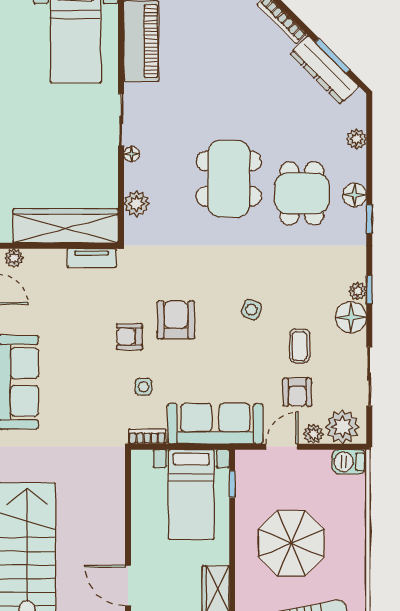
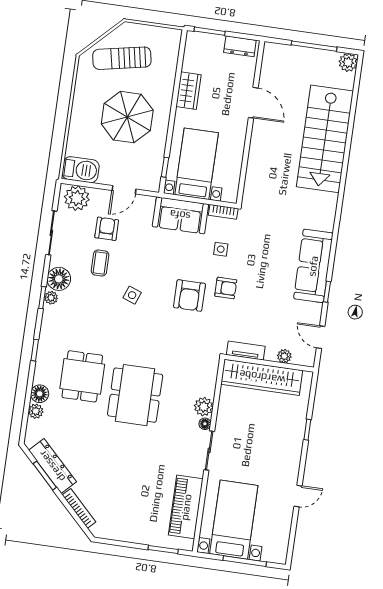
floor lamp: (355, 195) -> (40, 394), moved
plant: (136, 204) -> (204, 407), moved
plant: (14, 258) -> (284, 356), moved
sofa: (215, 424) -> (180, 215), width x0.73
plant: (314, 434) -> (99, 196), removed
barbecue: (349, 462) -> (81, 170), width x1.38, depth x1.27

